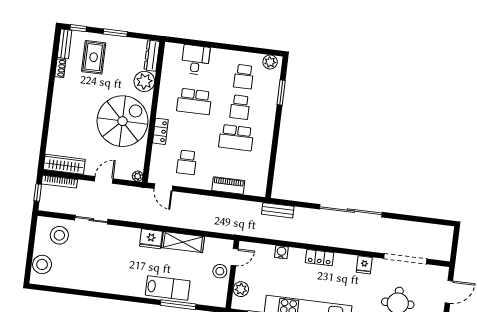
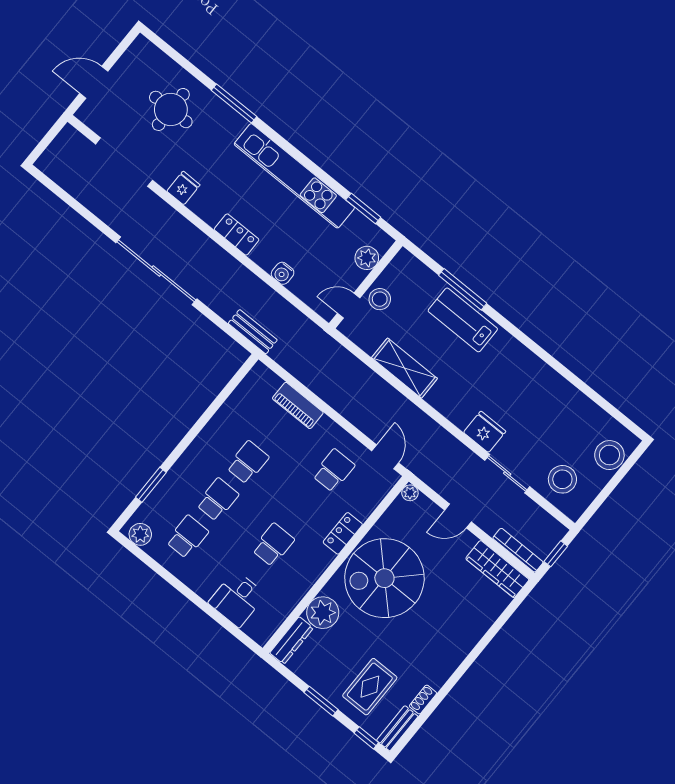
school desk: (194, 101) -> (273, 545), width x0.54
school desk: (236, 138) -> (248, 462), width x0.54
fridge: (151, 239) -> (485, 432), moved

